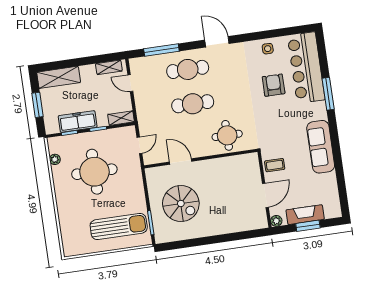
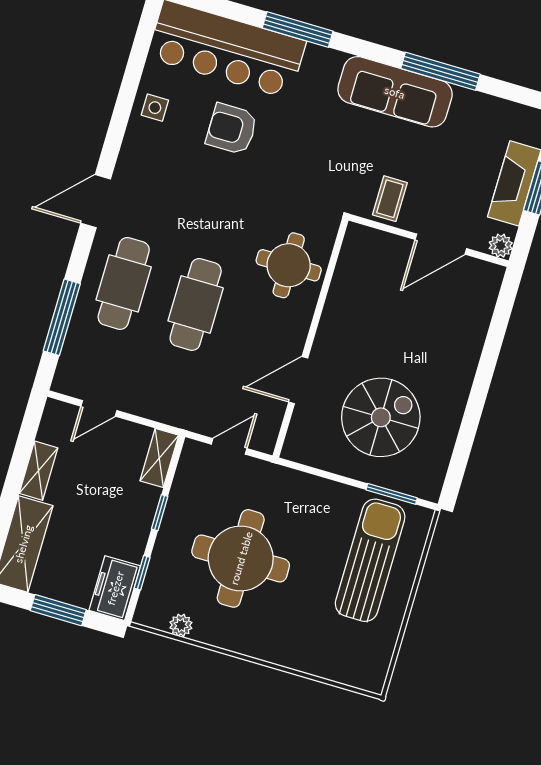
shelving: (109, 67) -> (39, 471), moved
freezer: (78, 121) -> (115, 588), moved, width x0.71
door: (139, 145) -> (229, 446), hinge flipped
window: (338, 162) -> (440, 71), added
door: (265, 195) -> (441, 244), swing flipped

